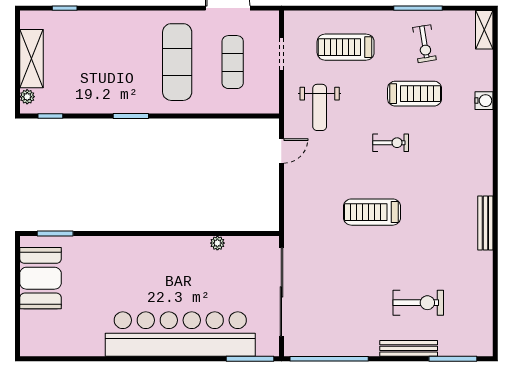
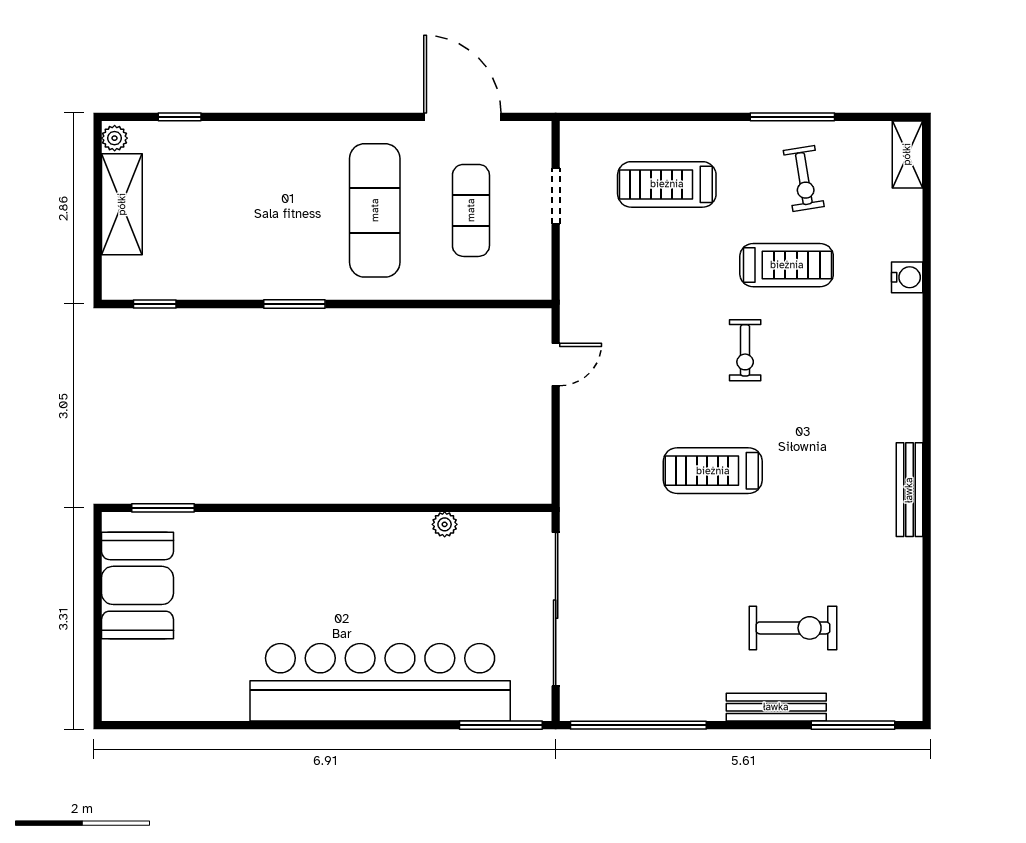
plant: (27, 97) -> (115, 138), moved
weight bench: (320, 107) -> (622, 289), removed
exercise bike: (391, 143) -> (745, 350), turned 90

